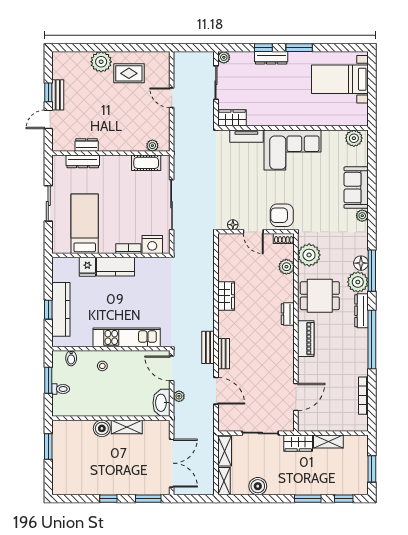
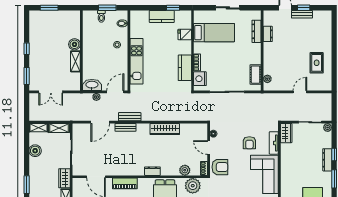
plant: (101, 62) -> (325, 44), removed
armchair: (246, 172) -> (249, 143), added
armchair: (282, 215) -> (220, 167), turned 90
door: (253, 232) -> (209, 148), hinge flipped
kitchen counter: (116, 267) -> (185, 68), moved
wardrobe: (226, 296) -> (165, 129), width x1.50
kitchen counter: (61, 309) -> (162, 16), width x0.67
window: (48, 310) -> (173, 8), moved
piano: (306, 339) -> (125, 183), moved
window: (48, 446) -> (49, 8), moved
double door: (172, 463) -> (51, 92), width x0.73

